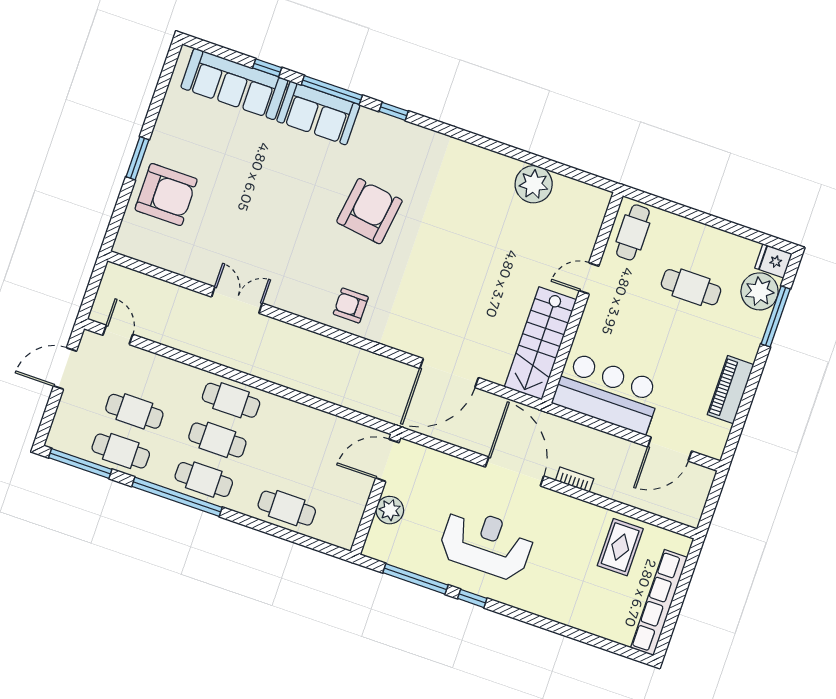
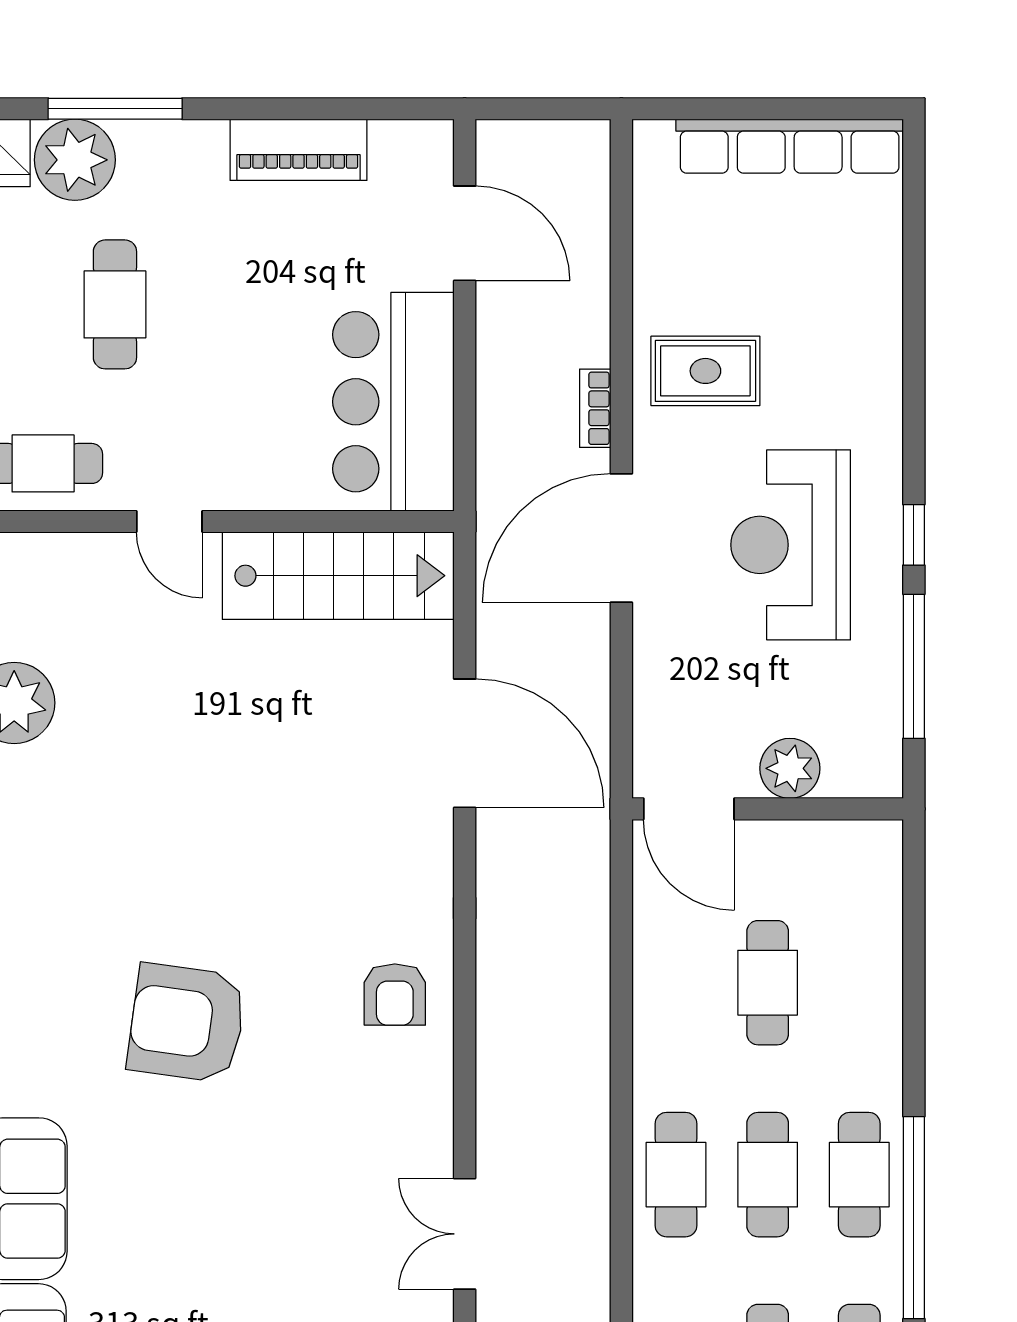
cafe table: (287, 508) -> (768, 983), moved
rug: (620, 547) -> (705, 371), moved

